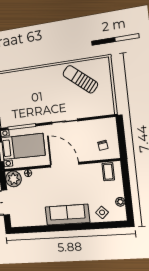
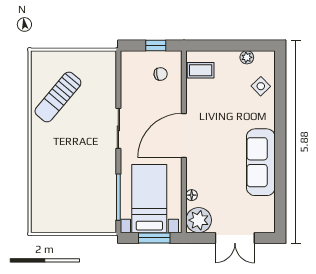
window: (122, 140) -> (156, 45), added
sofa: (67, 215) -> (261, 162), moved

